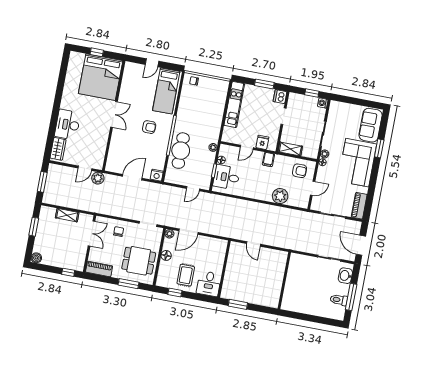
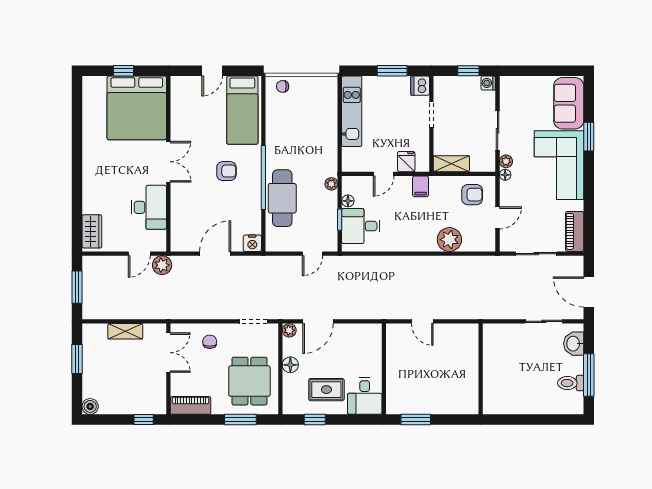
desk: (68, 125) -> (149, 207), moved, turned 180
dining table: (139, 261) -> (249, 381), turned 90
rug: (186, 275) -> (326, 390), turned 90

